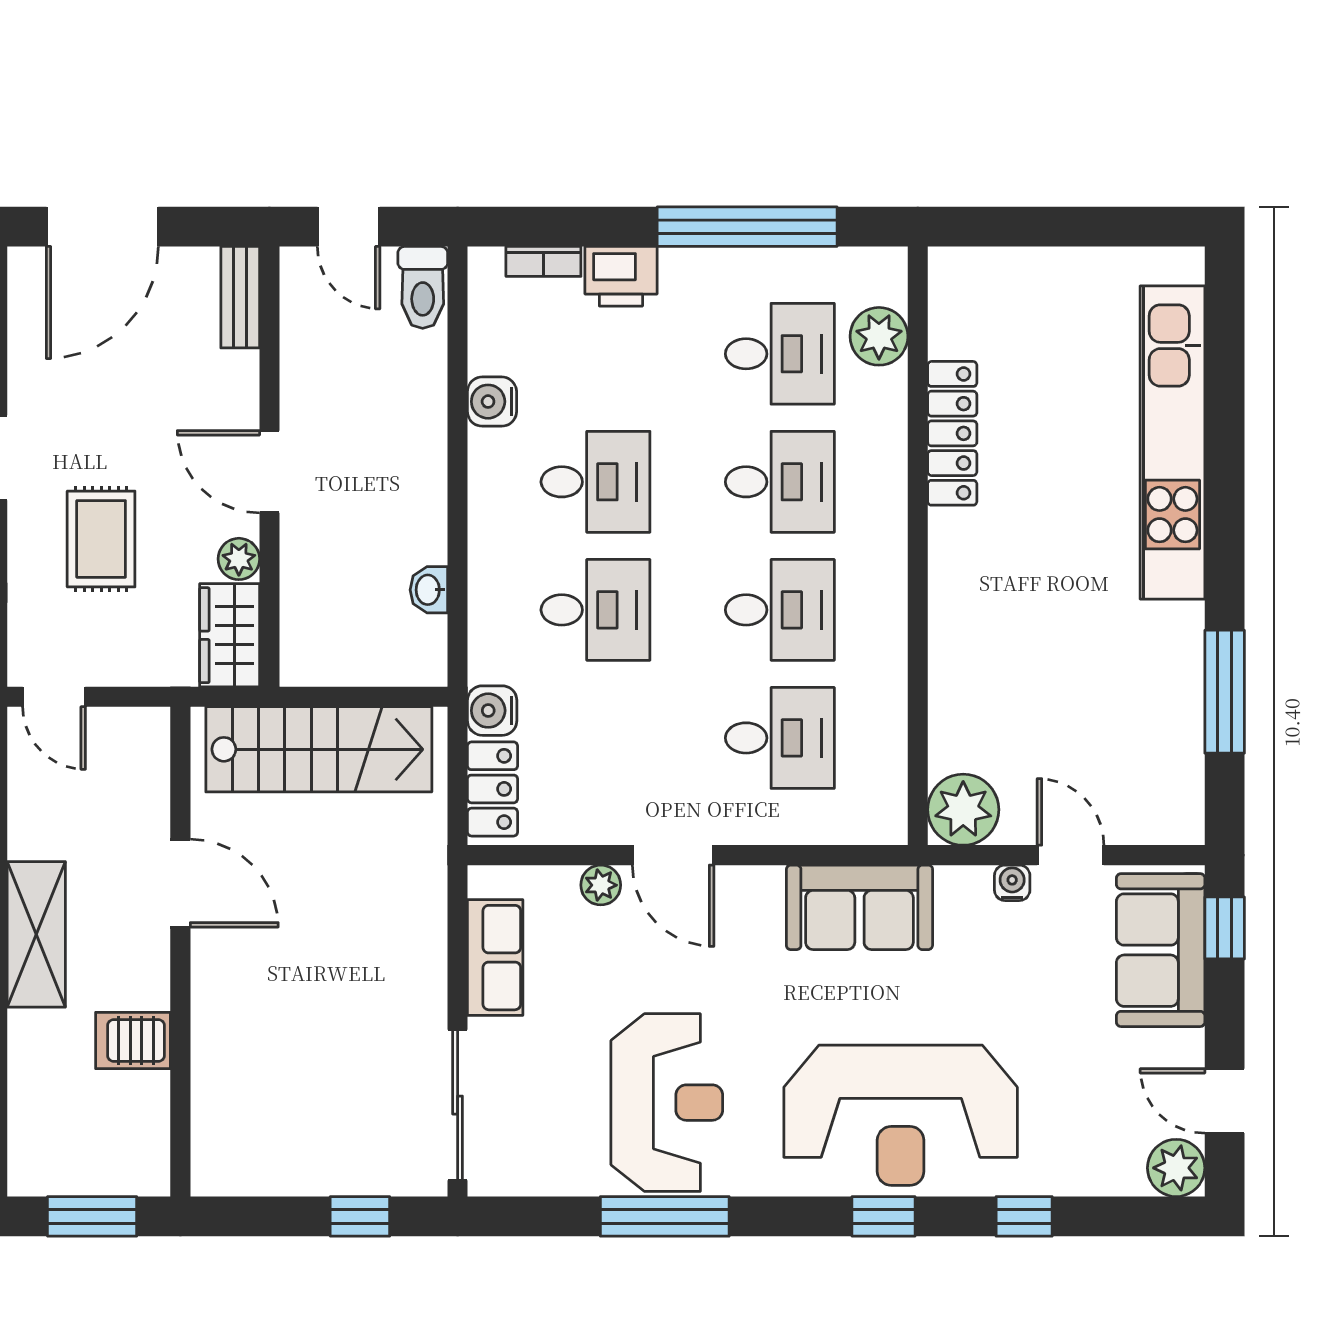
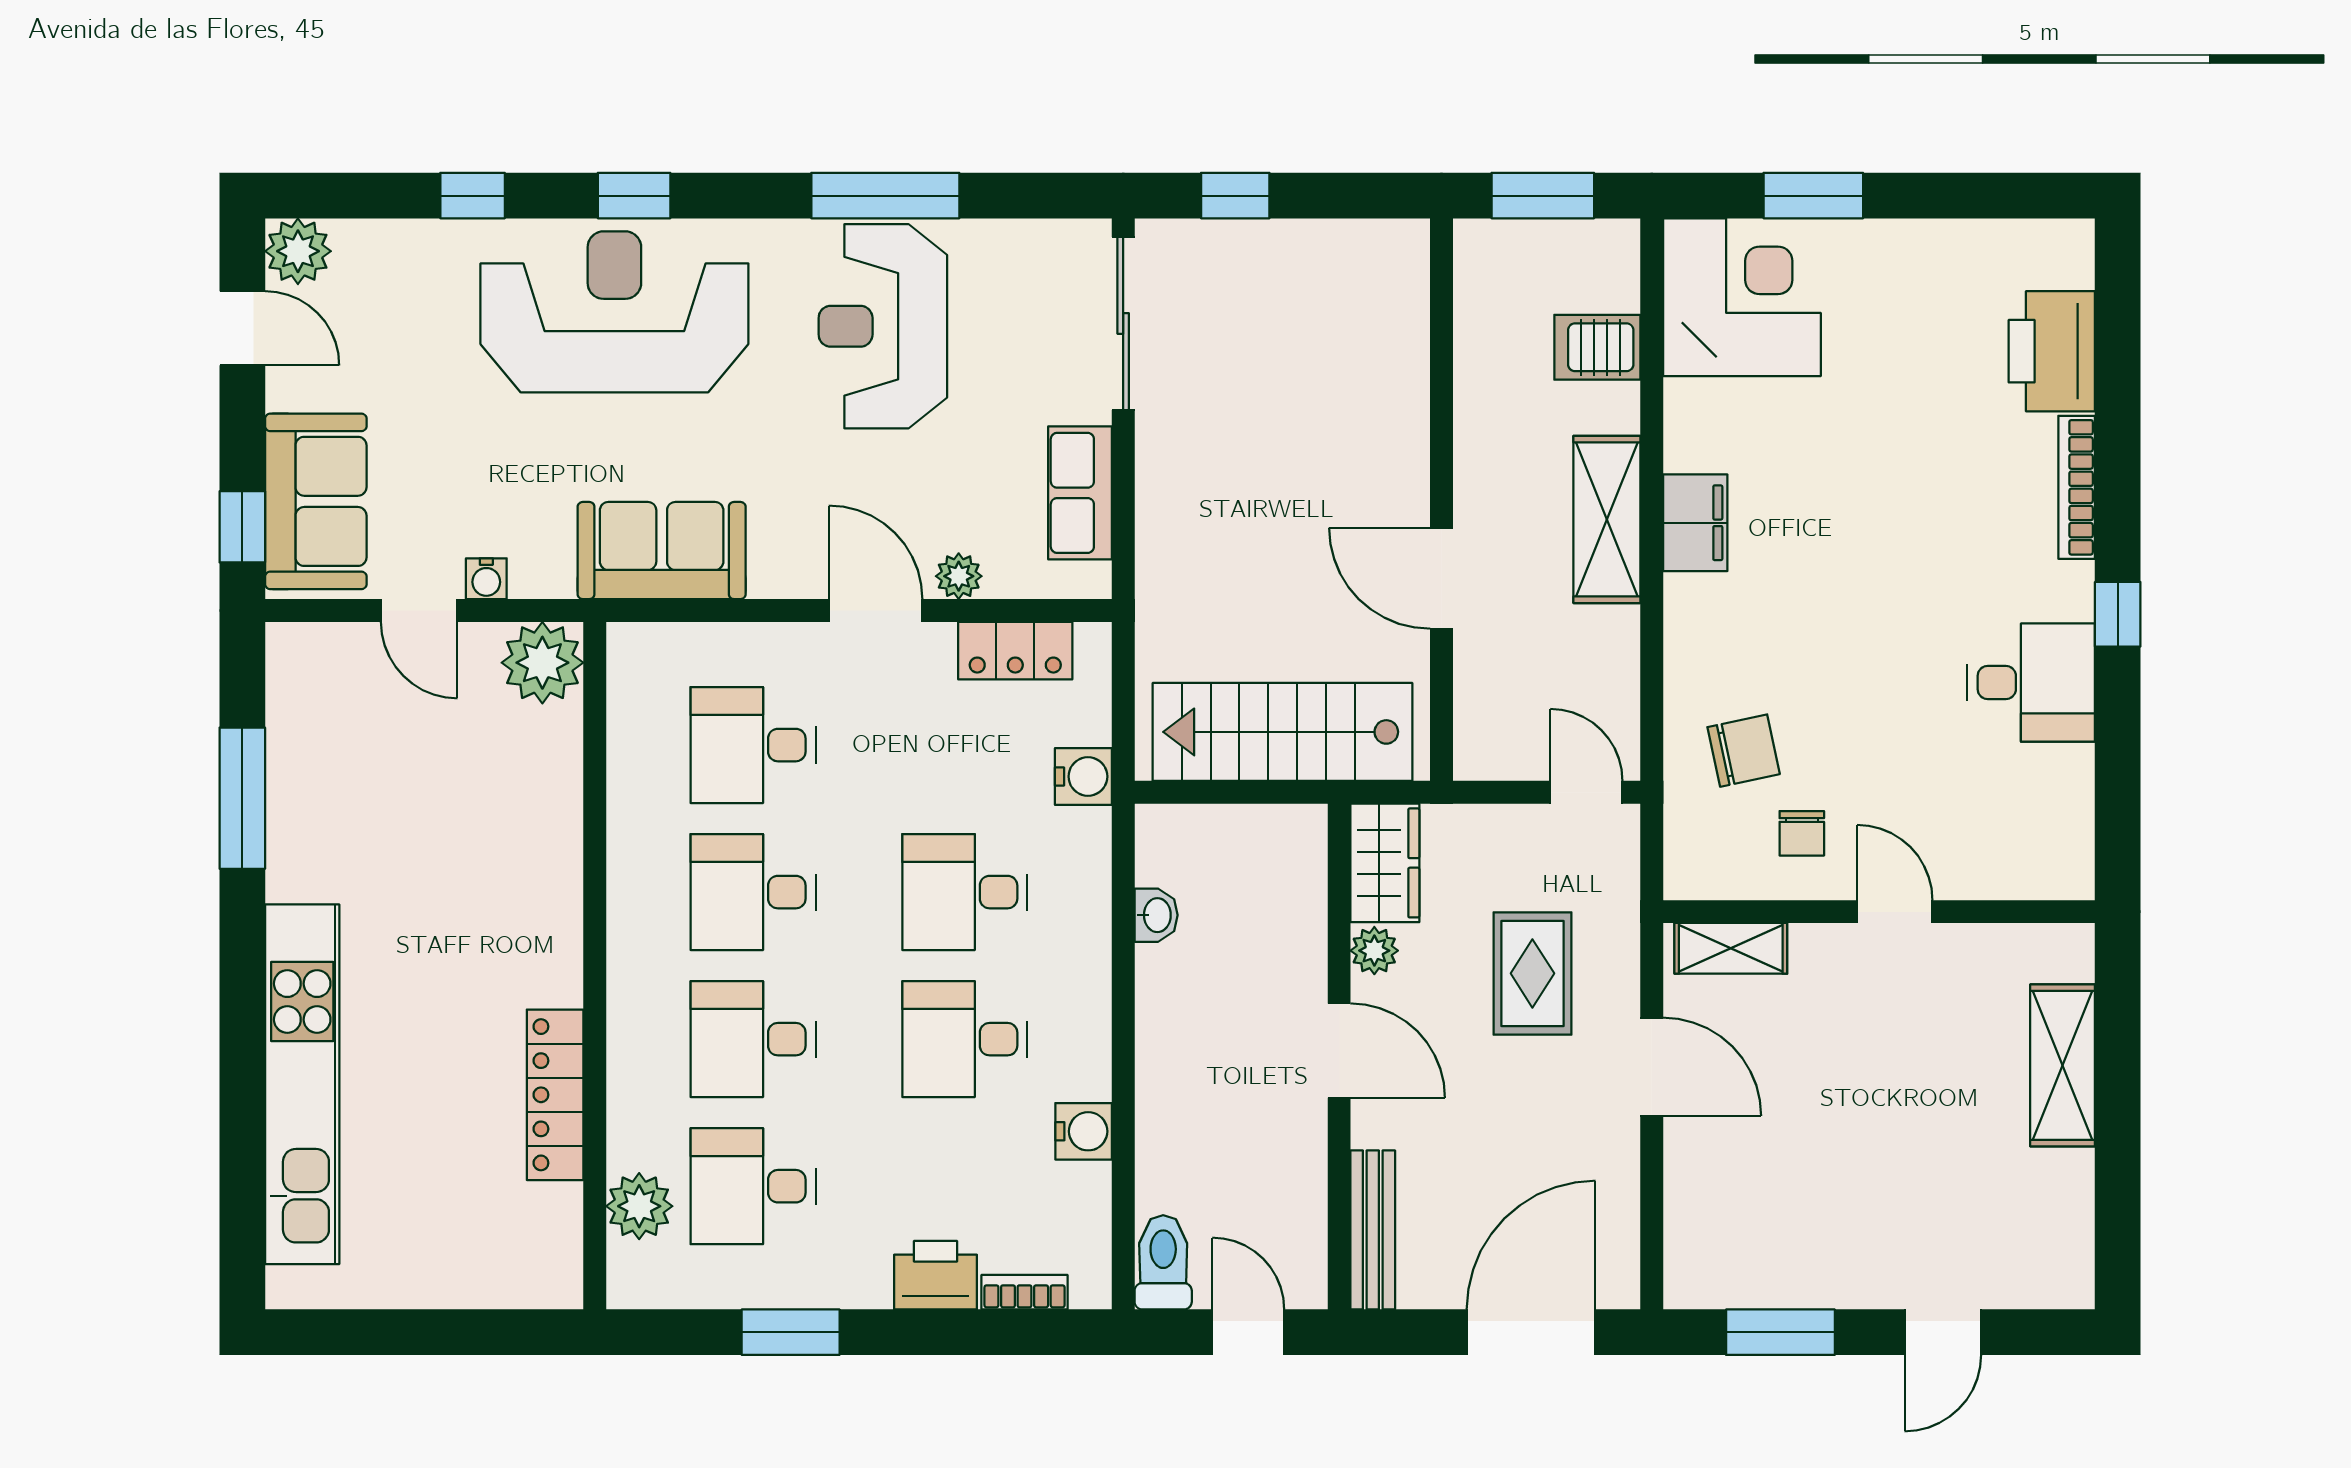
window: (747, 227) -> (791, 1332), width x0.47
bench: (240, 297) -> (1373, 1230), width x1.36
locker: (493, 789) -> (1015, 651), moved, turned -90
server rack: (133, 1041) -> (1597, 347), moved, turned 180

